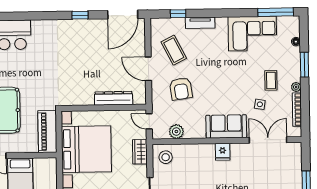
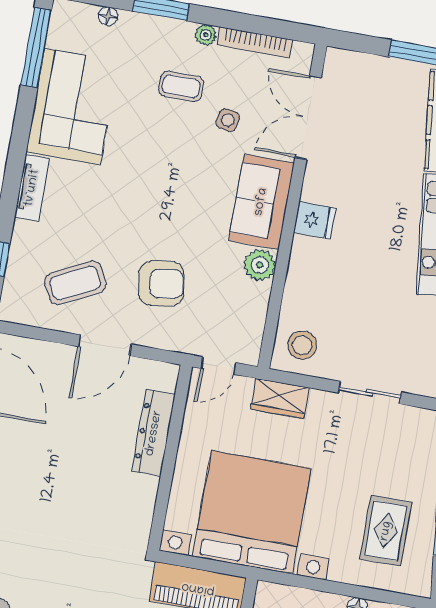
tv unit: (200, 23) -> (32, 188), moved
plant: (176, 132) -> (260, 265), moved

